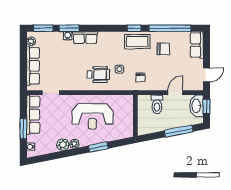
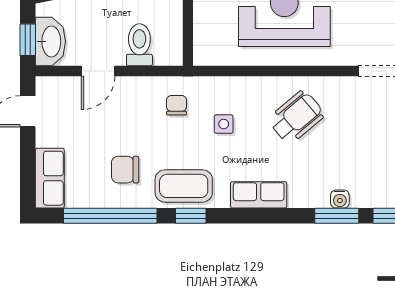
row of seats: (85, 38) -> (259, 195), moved
wheelchair: (98, 74) -> (296, 117), moved, turned 140

